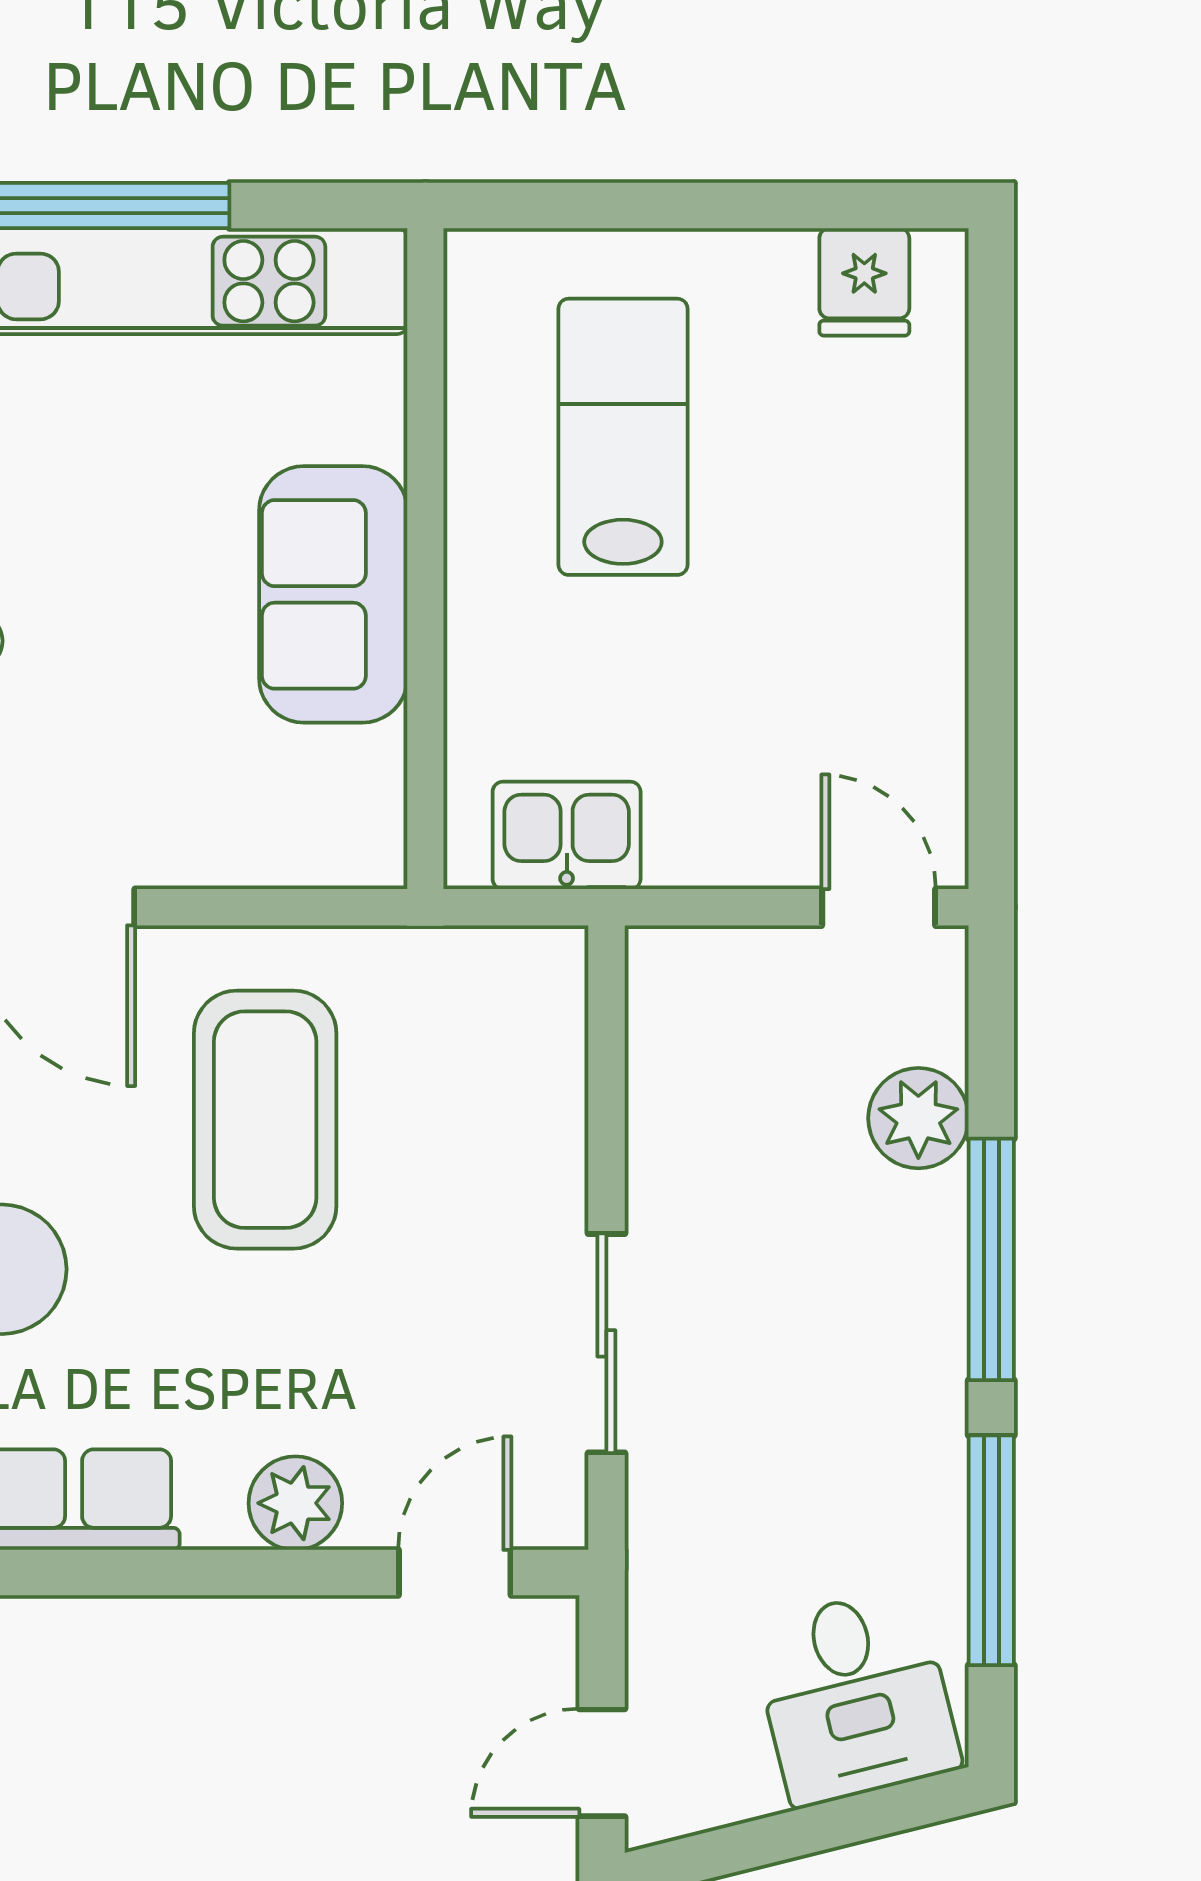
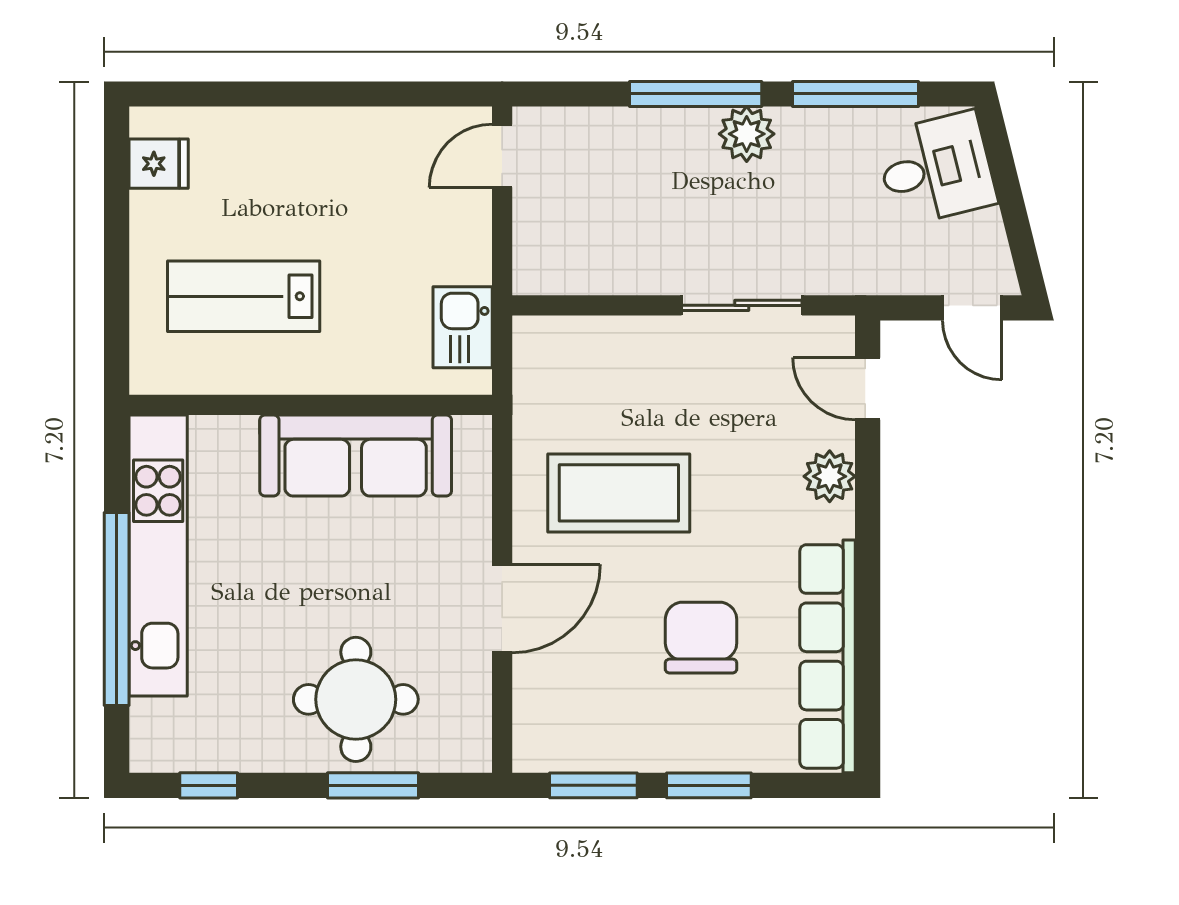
sofa: (333, 594) -> (356, 456), width x1.36
plant: (918, 1118) -> (747, 134), moved

